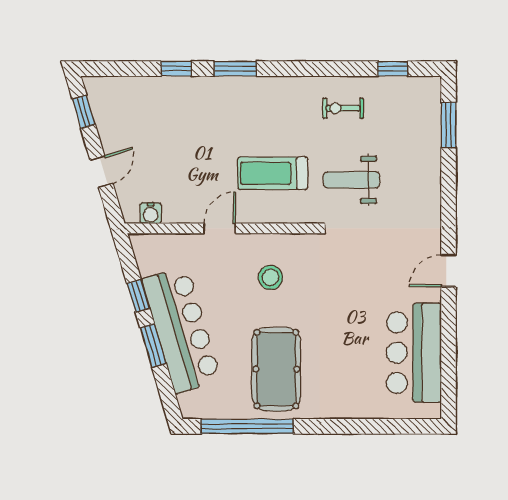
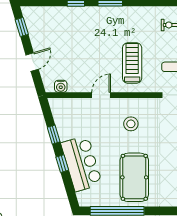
treadmill: (273, 173) -> (132, 63), turned 90
bar counter: (181, 330) -> (81, 164), width x0.73
window: (153, 346) -> (62, 164), width x0.67

